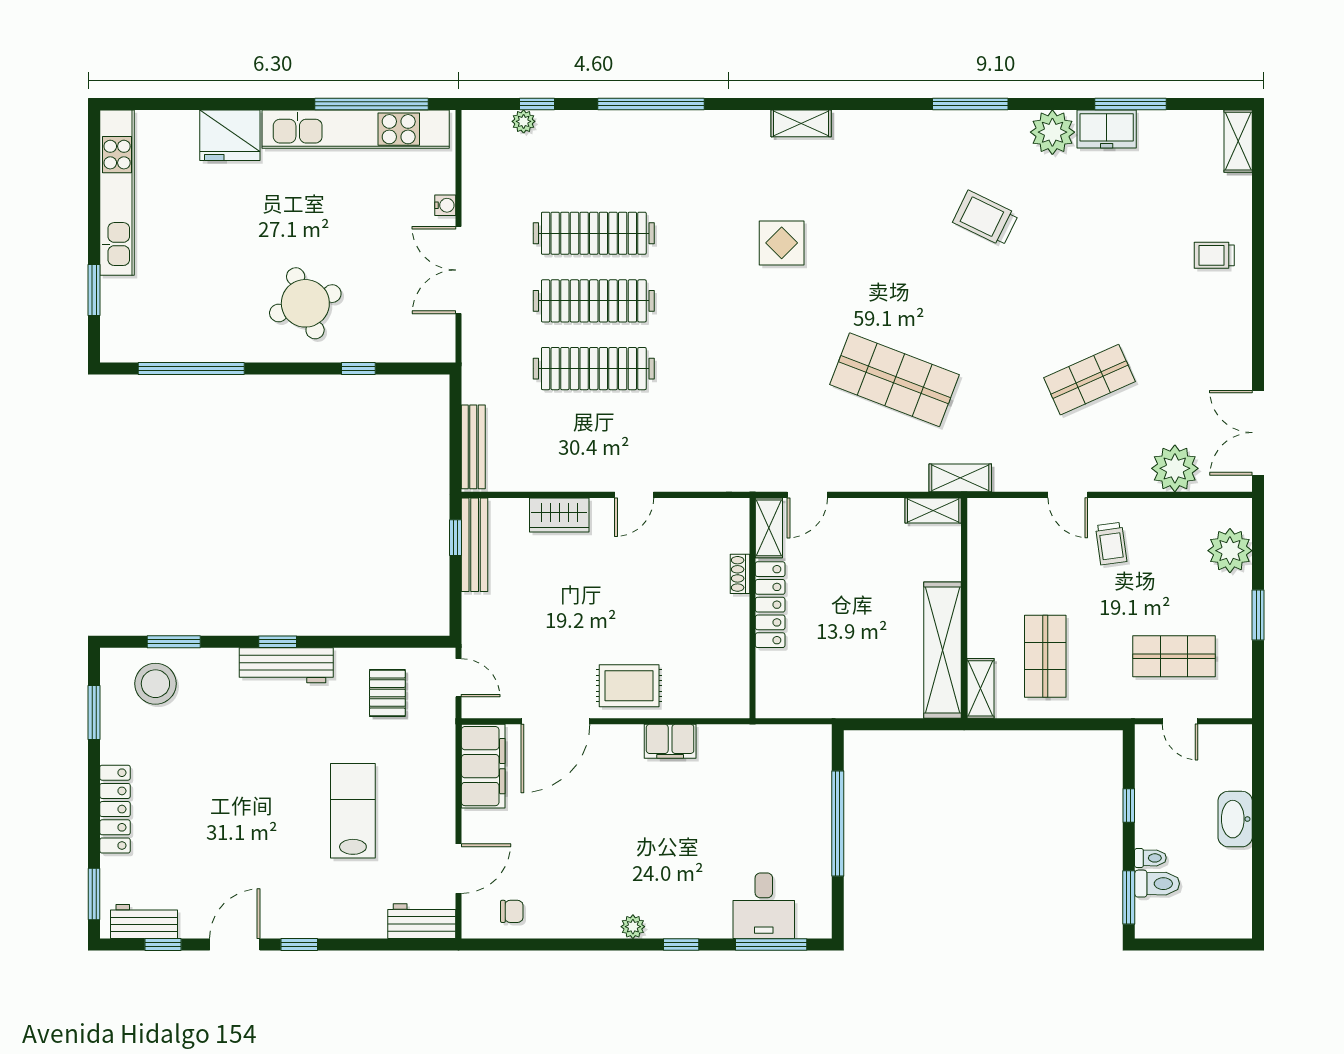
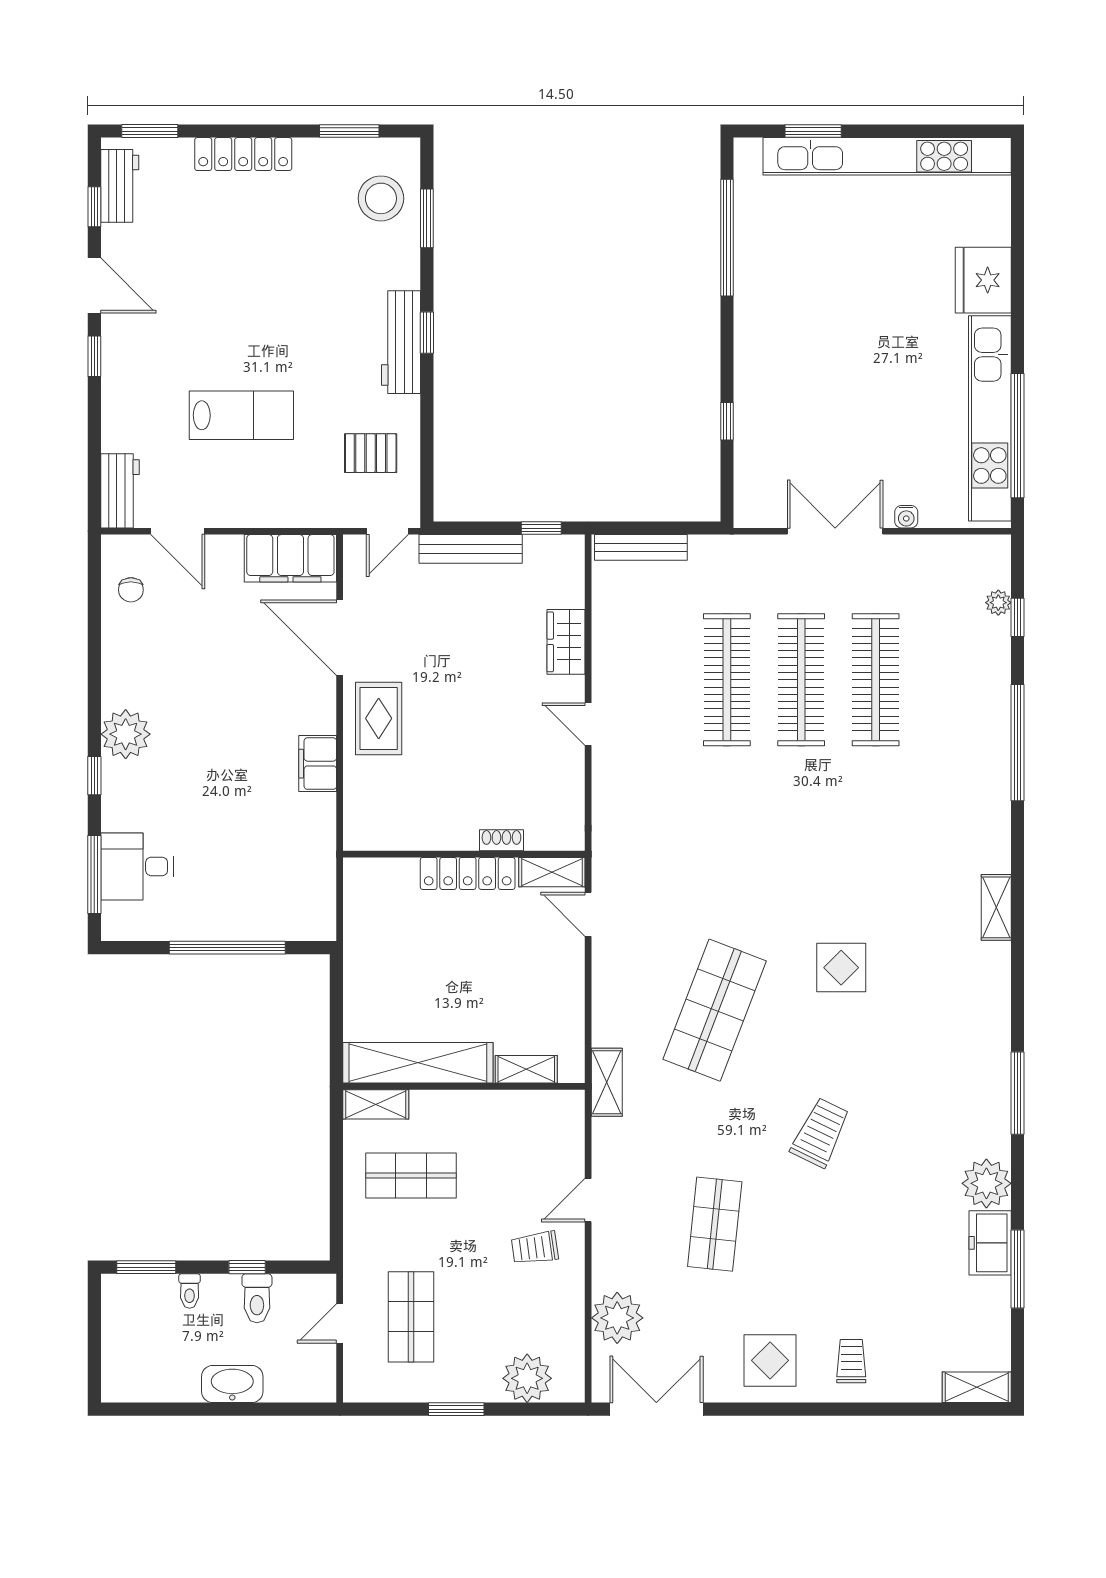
kitchen unit: (117, 193) -> (887, 156), width x1.36
trolley: (985, 218) -> (820, 1133), moved
display table: (782, 243) -> (841, 968), moved
round table: (305, 303) -> (799, 363), removed
display table: (1214, 329) -> (770, 1360), added
shop shelf: (1089, 380) -> (715, 1224), turned 30
shelving: (933, 510) -> (526, 1069), moved, turned 90
bench: (475, 545) -> (471, 549), moved
toilet: (1157, 884) -> (257, 1298), moved
plant: (633, 927) -> (126, 734), width x1.88, depth x1.88

